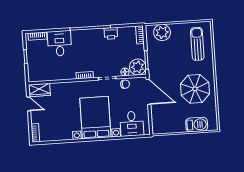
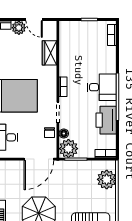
printer: (111, 33) -> (106, 120), width x1.87, depth x1.48
desk: (60, 43) -> (102, 87), moved
wardrobe: (39, 90) -> (49, 53), moved
door: (29, 104) -> (34, 20), hinge flipped
plant: (37, 117) -> (19, 28), added

